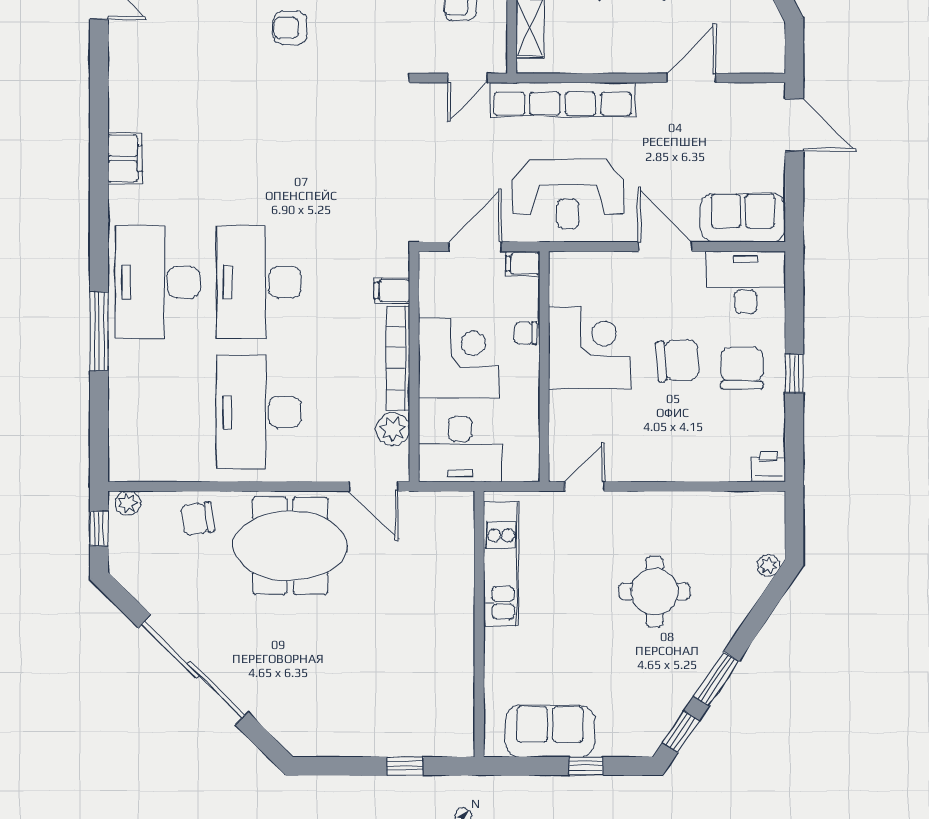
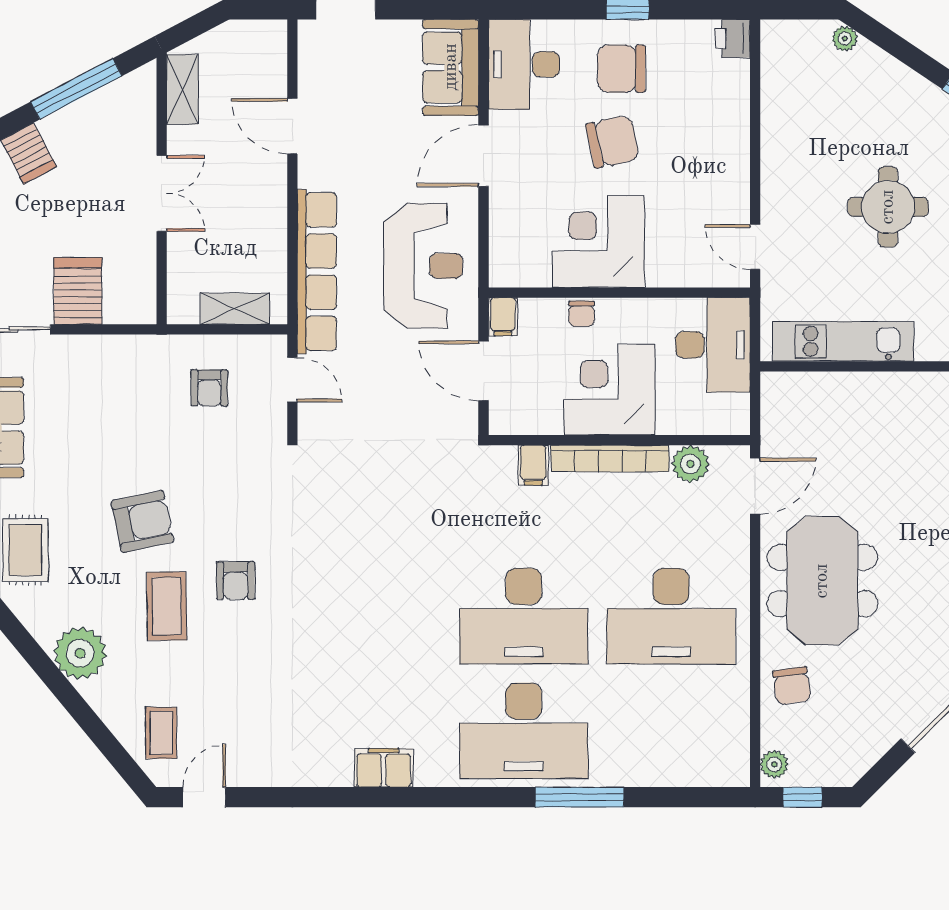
chair: (678, 360) -> (612, 142), turned 82
desk: (460, 449) -> (713, 345), moved
round table: (655, 592) -> (888, 207), moved

